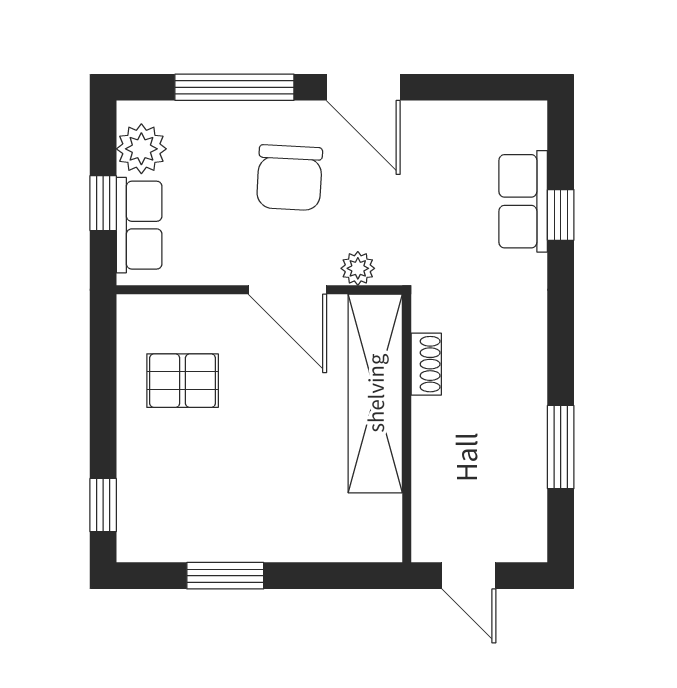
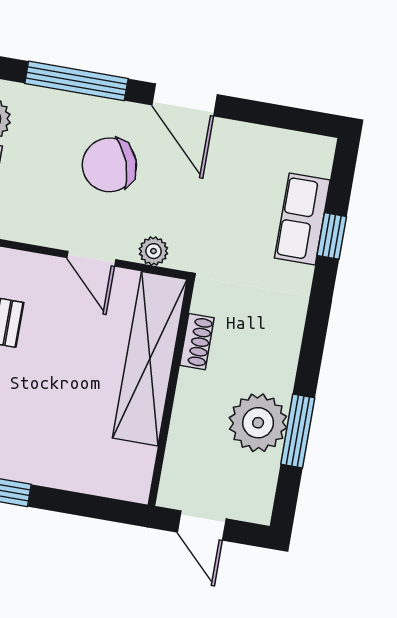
chair: (290, 178) -> (109, 165), turned 67
door: (287, 290) -> (91, 259), width x0.73
plant: (513, 446) -> (258, 423), added

